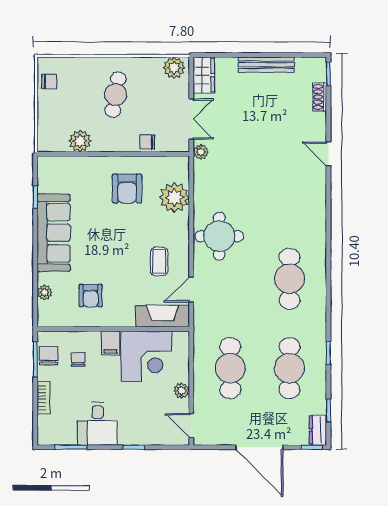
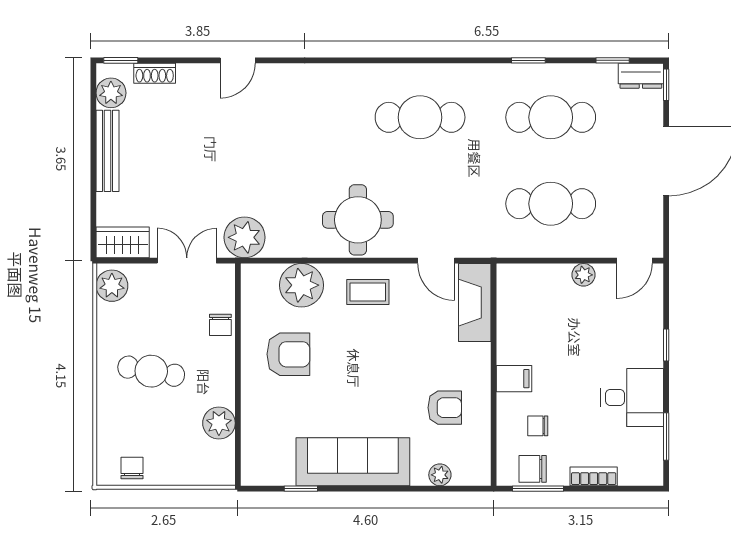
plant: (306, 67) -> (111, 93), added
plant: (201, 152) -> (245, 237), width x1.88, depth x1.88
coffee table: (159, 261) -> (368, 292), moved
corner desk: (146, 356) -> (533, 327), removed

